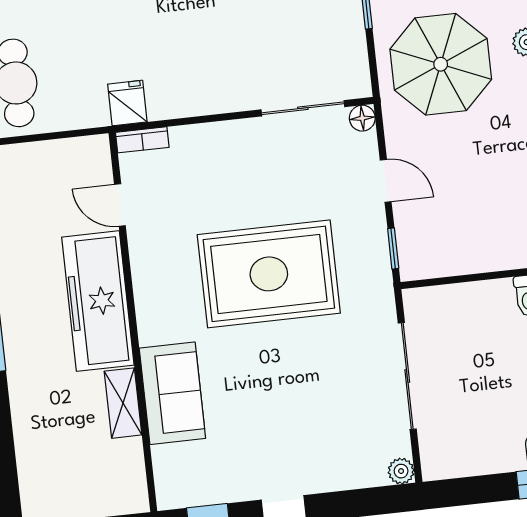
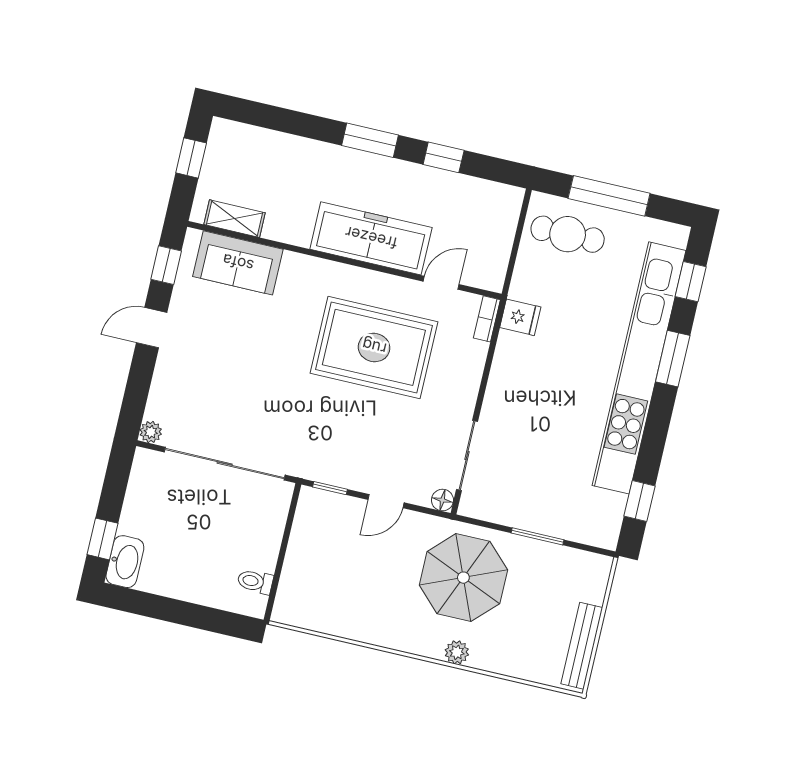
rug: (269, 274) -> (374, 347), moved, turned 90
sliding door: (407, 376) -> (225, 464), width x1.36
sofa: (172, 393) -> (238, 263), moved
shelving: (123, 403) -> (235, 219), moved

